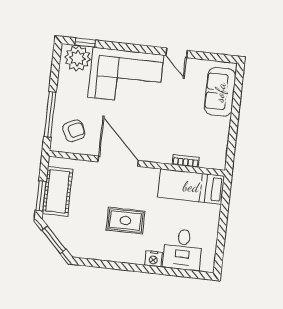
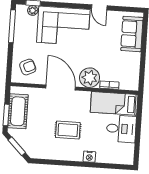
plant: (78, 58) -> (33, 10), width x0.53, depth x0.53
window: (50, 114) -> (12, 26), moved
plant: (159, 149) -> (90, 78), added
desk: (183, 249) -> (121, 129), moved, turned -90

